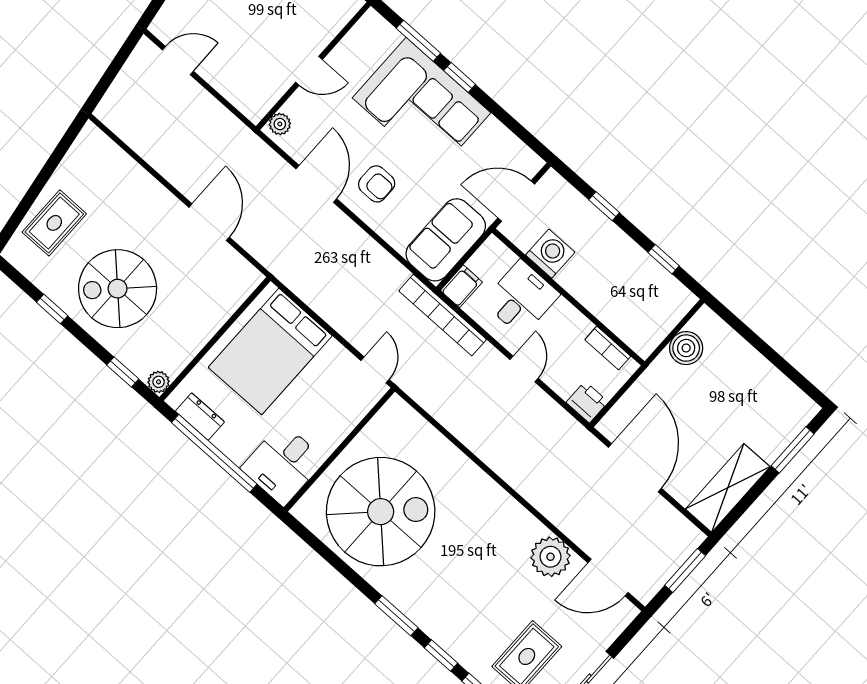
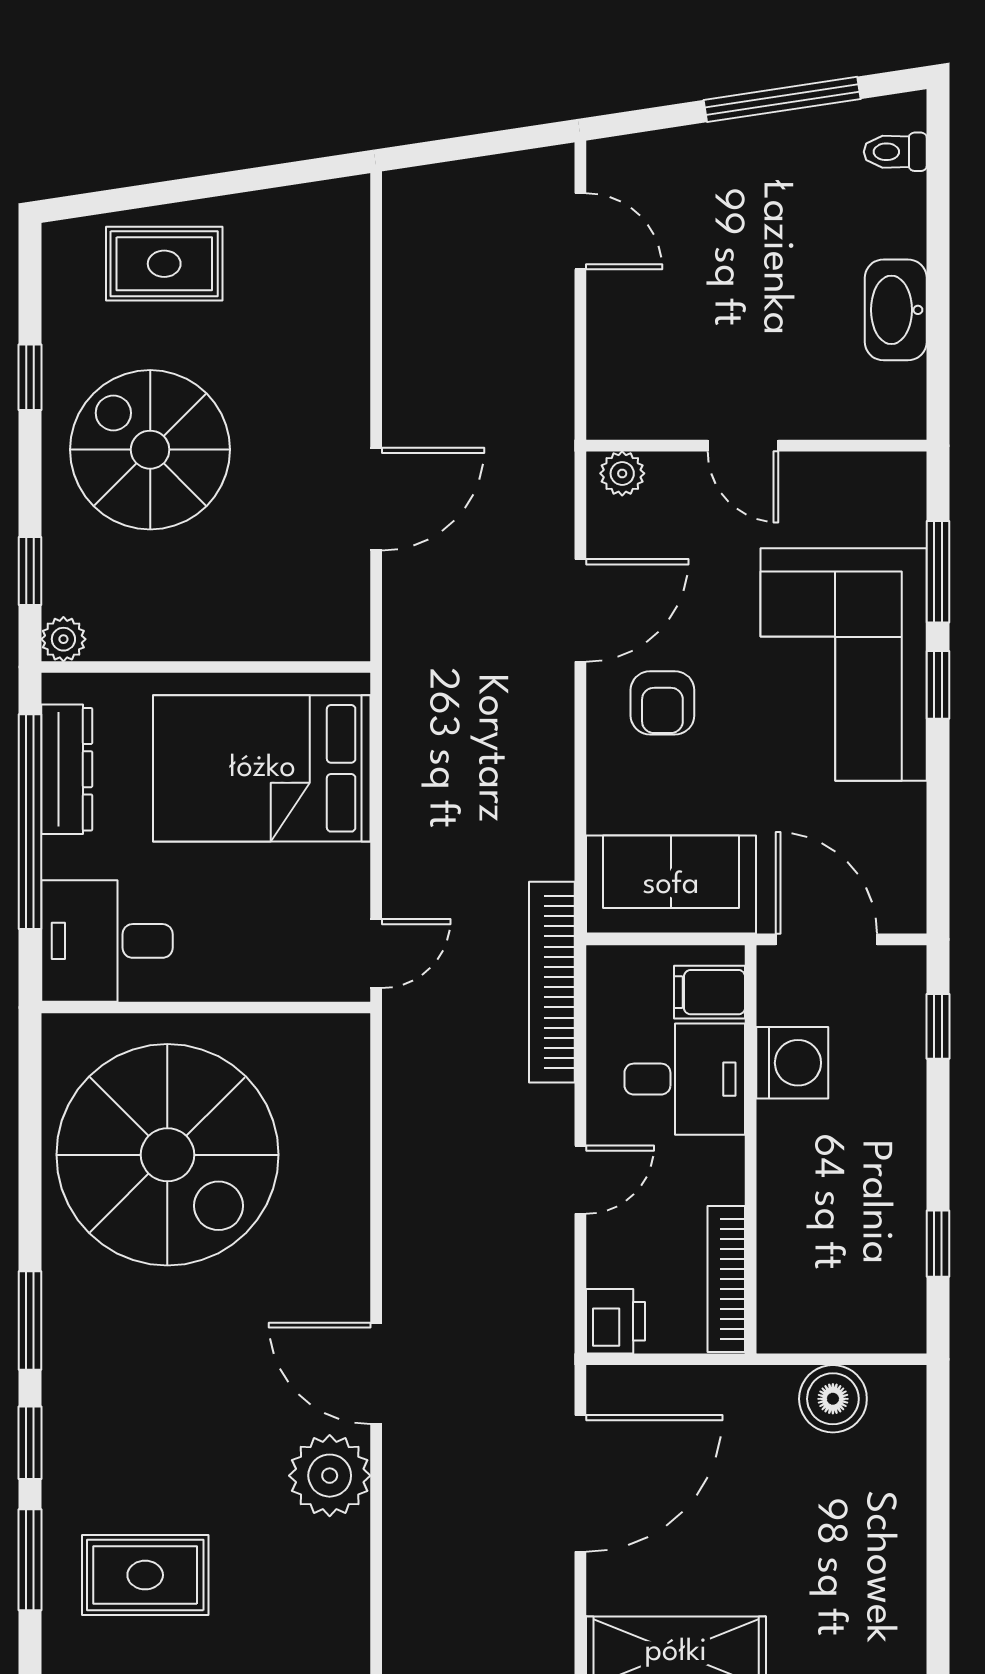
window: (604, 206) -> (938, 1026), moved
filing cabinet: (461, 286) -> (710, 992), moved, turned 180
bookcase: (608, 348) -> (726, 1279), width x1.56
dresser: (200, 417) -> (67, 769), width x1.44
door: (608, 578) -> (376, 1373), moved

